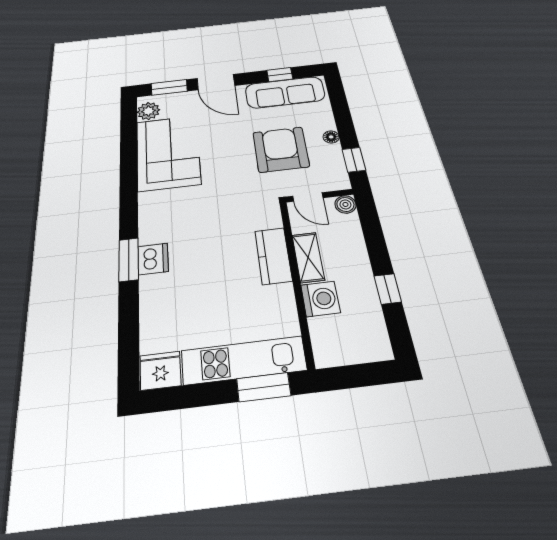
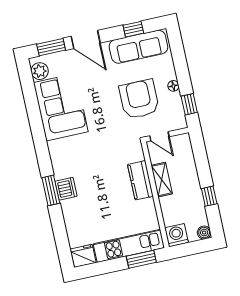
boiler: (345, 204) -> (204, 233), moved
washing machine: (320, 299) -> (177, 235), moved, turned -90

